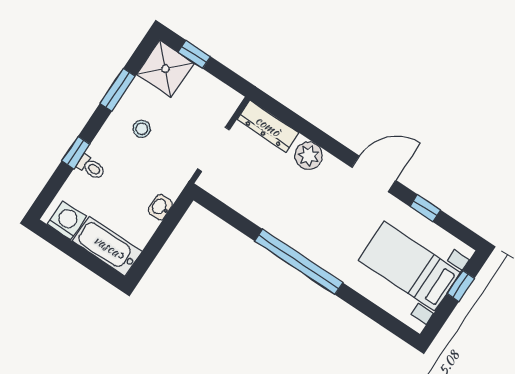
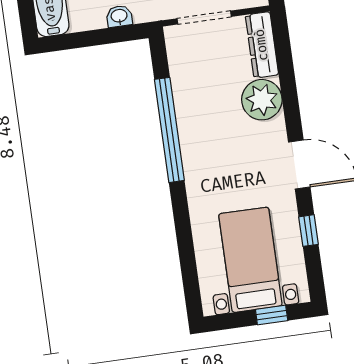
plant: (309, 156) -> (262, 100), width x1.36, depth x1.36
window: (299, 262) -> (169, 130), moved

